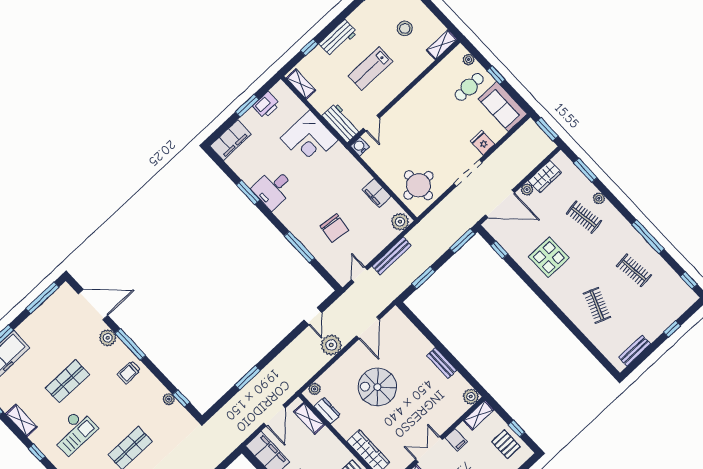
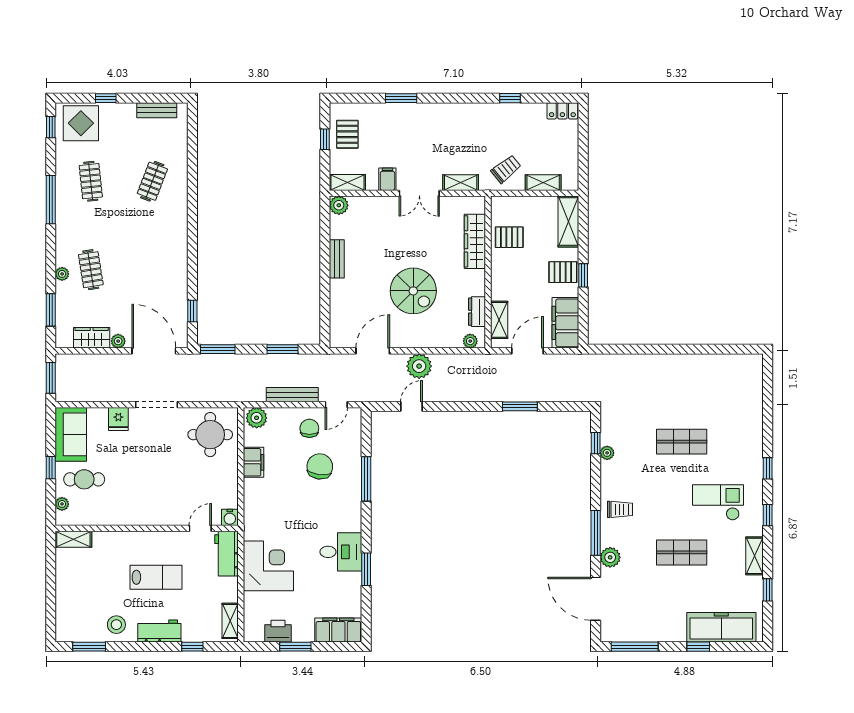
stool: (405, 28) -> (116, 625), moved
chair: (362, 245) -> (309, 428), added
display table: (549, 257) -> (81, 123), moved

